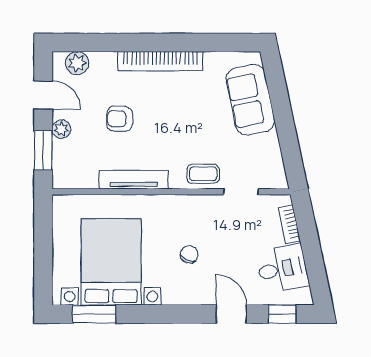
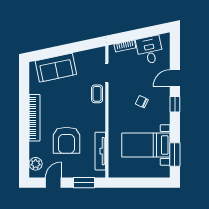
armchair: (120, 119) -> (66, 140), width x1.88, depth x1.88
plant: (61, 129) -> (72, 173), removed
tv unit: (134, 180) -> (100, 151), moved
bed with nightstands: (111, 262) -> (146, 145), width x0.73
window: (282, 314) -> (175, 104), moved

